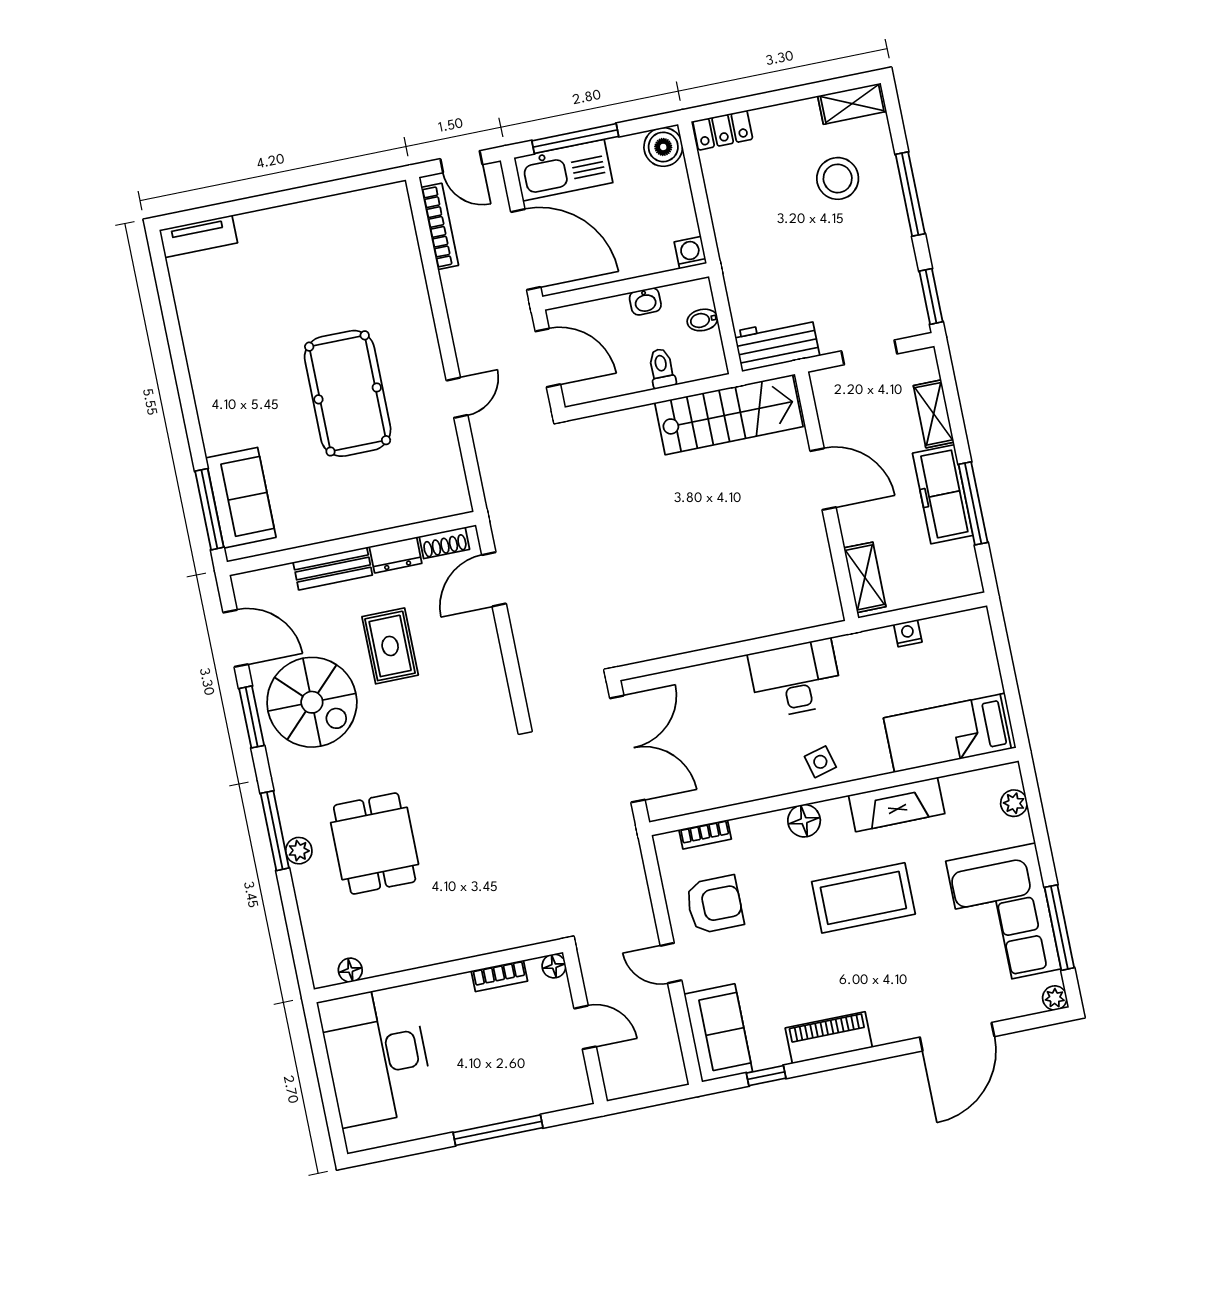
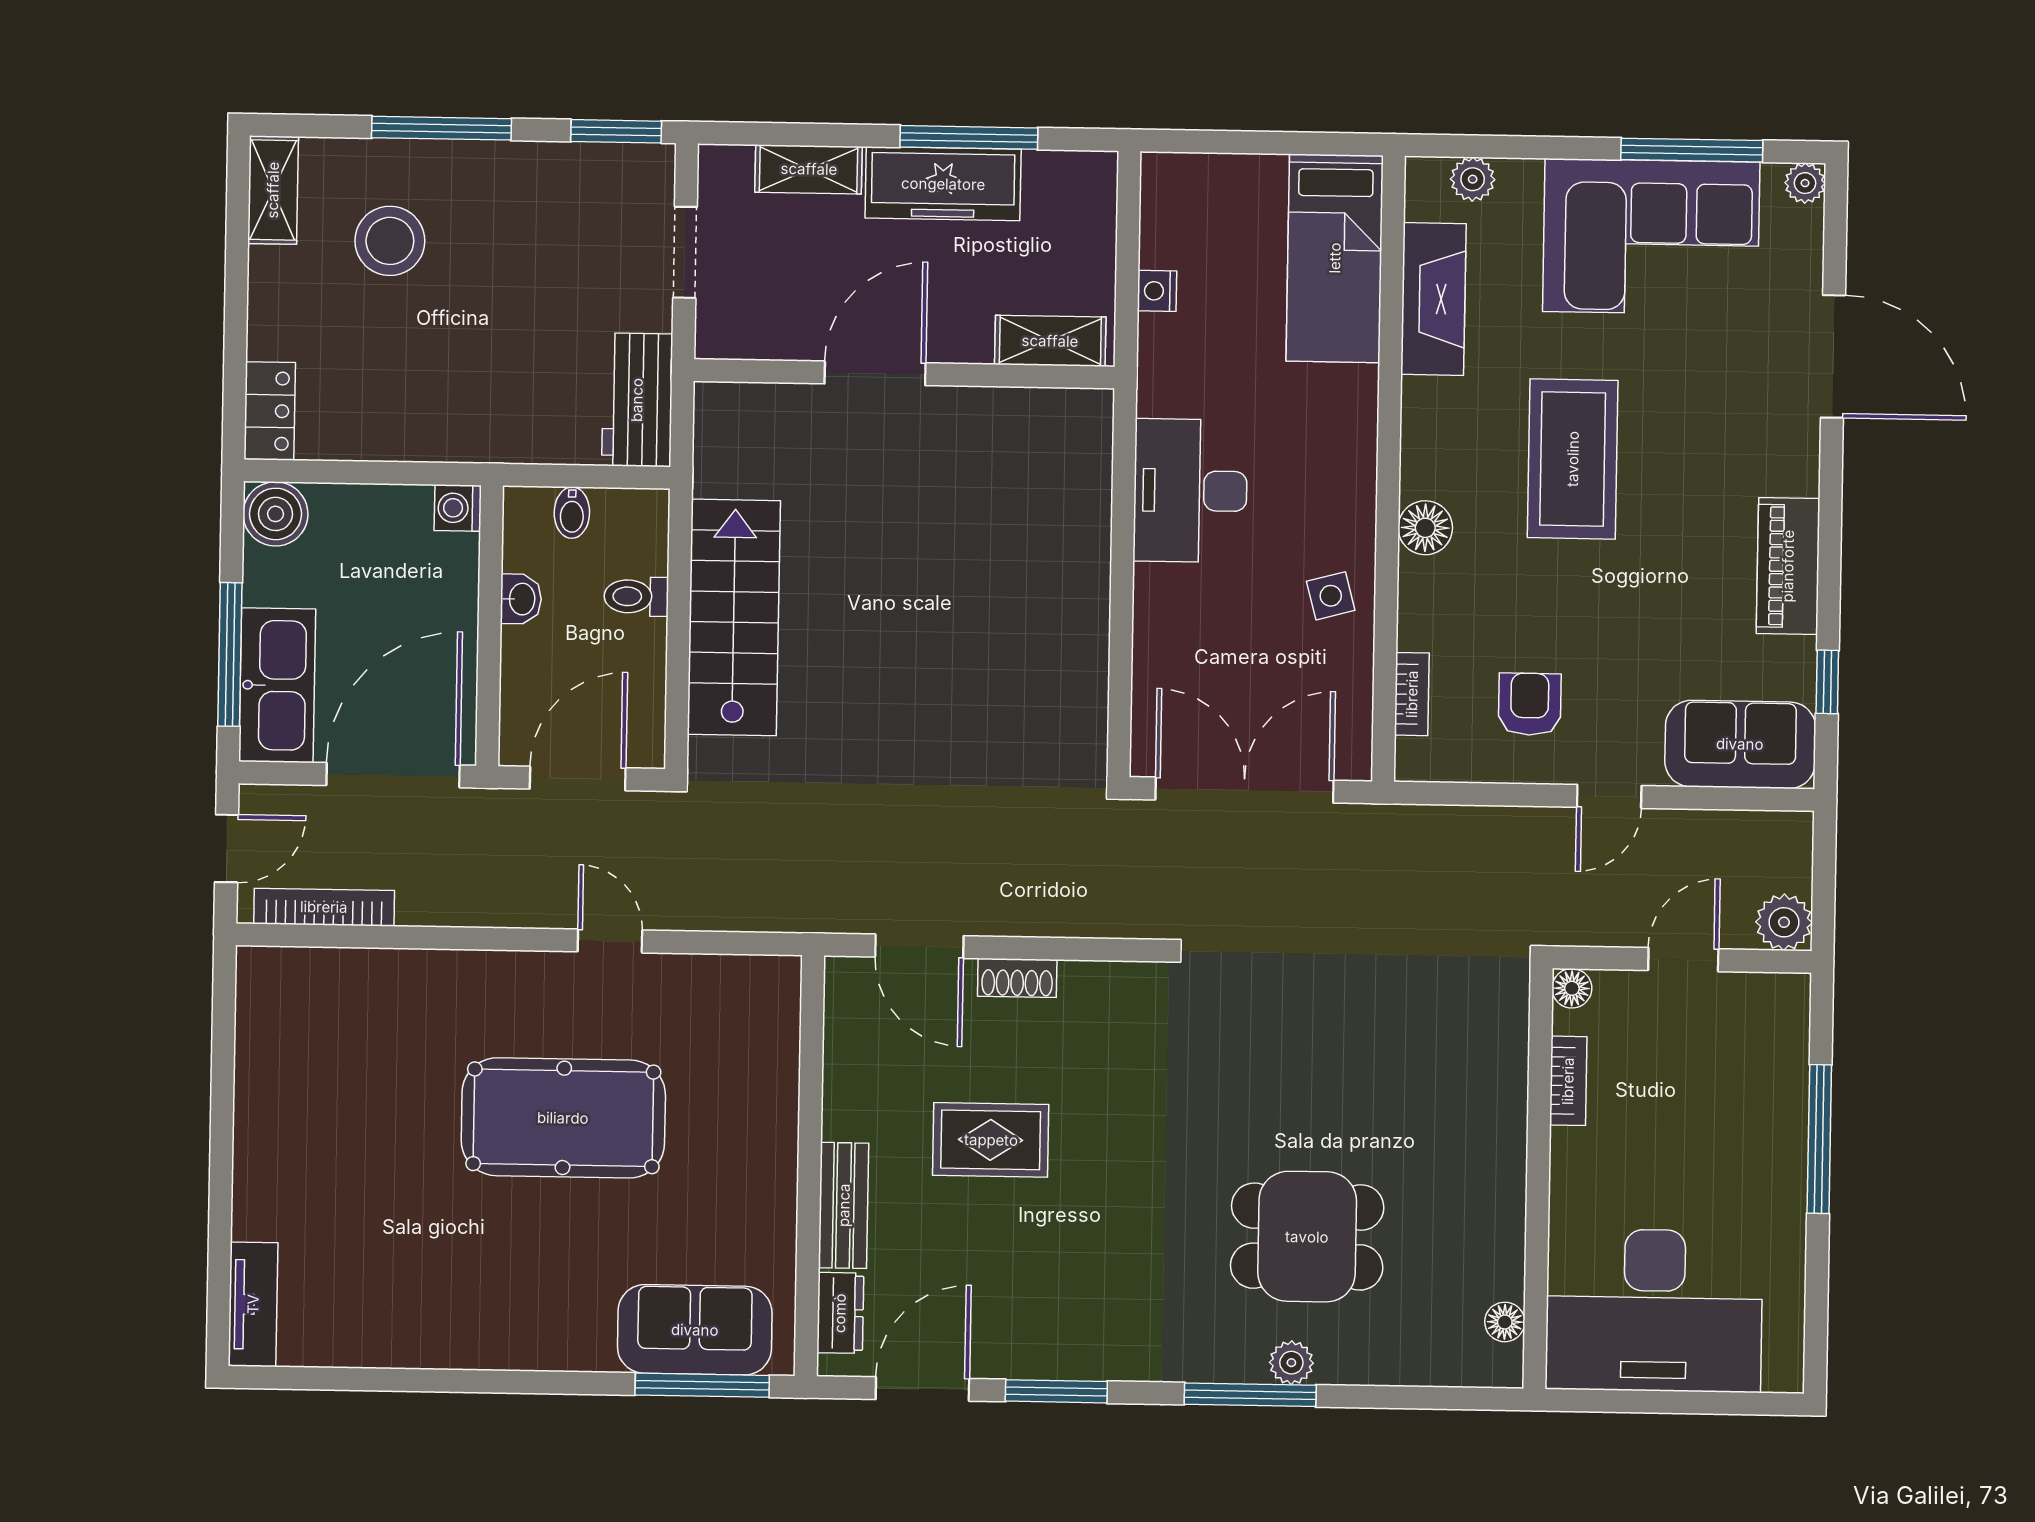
stairs: (729, 415) -> (734, 617), moved
shoe rack: (444, 543) -> (1017, 978), moved, turned 90
dresser: (396, 555) -> (840, 1313), moved
spiral stairs: (312, 702) -> (1054, 1288), removed
side table: (820, 762) -> (1331, 596), moved
fireplace: (897, 804) -> (1433, 299), moved
armchair: (715, 905) -> (1530, 704), width x0.72, depth x0.72
plant: (620, 1081) -> (1784, 922), added

